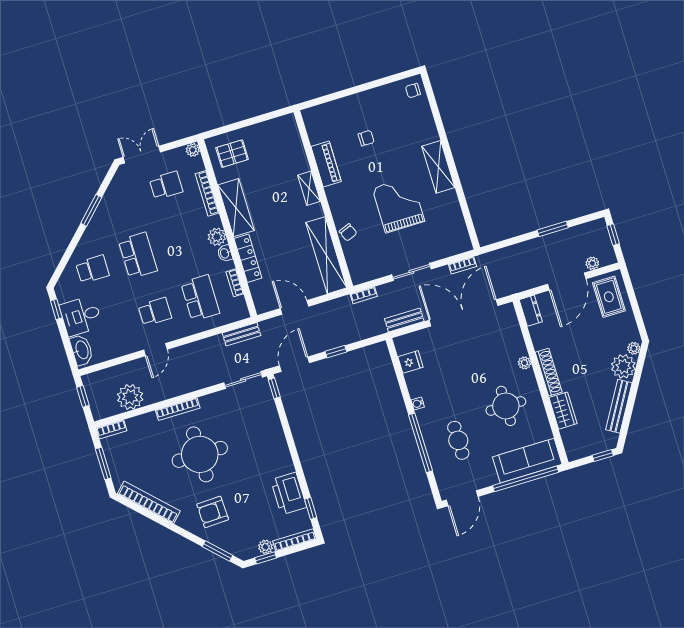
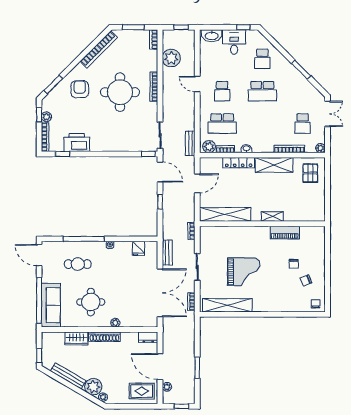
shelving: (438, 167) -> (227, 305), moved, width x1.47
chair: (348, 232) -> (306, 281), moved
plant: (217, 237) -> (209, 147), moved

